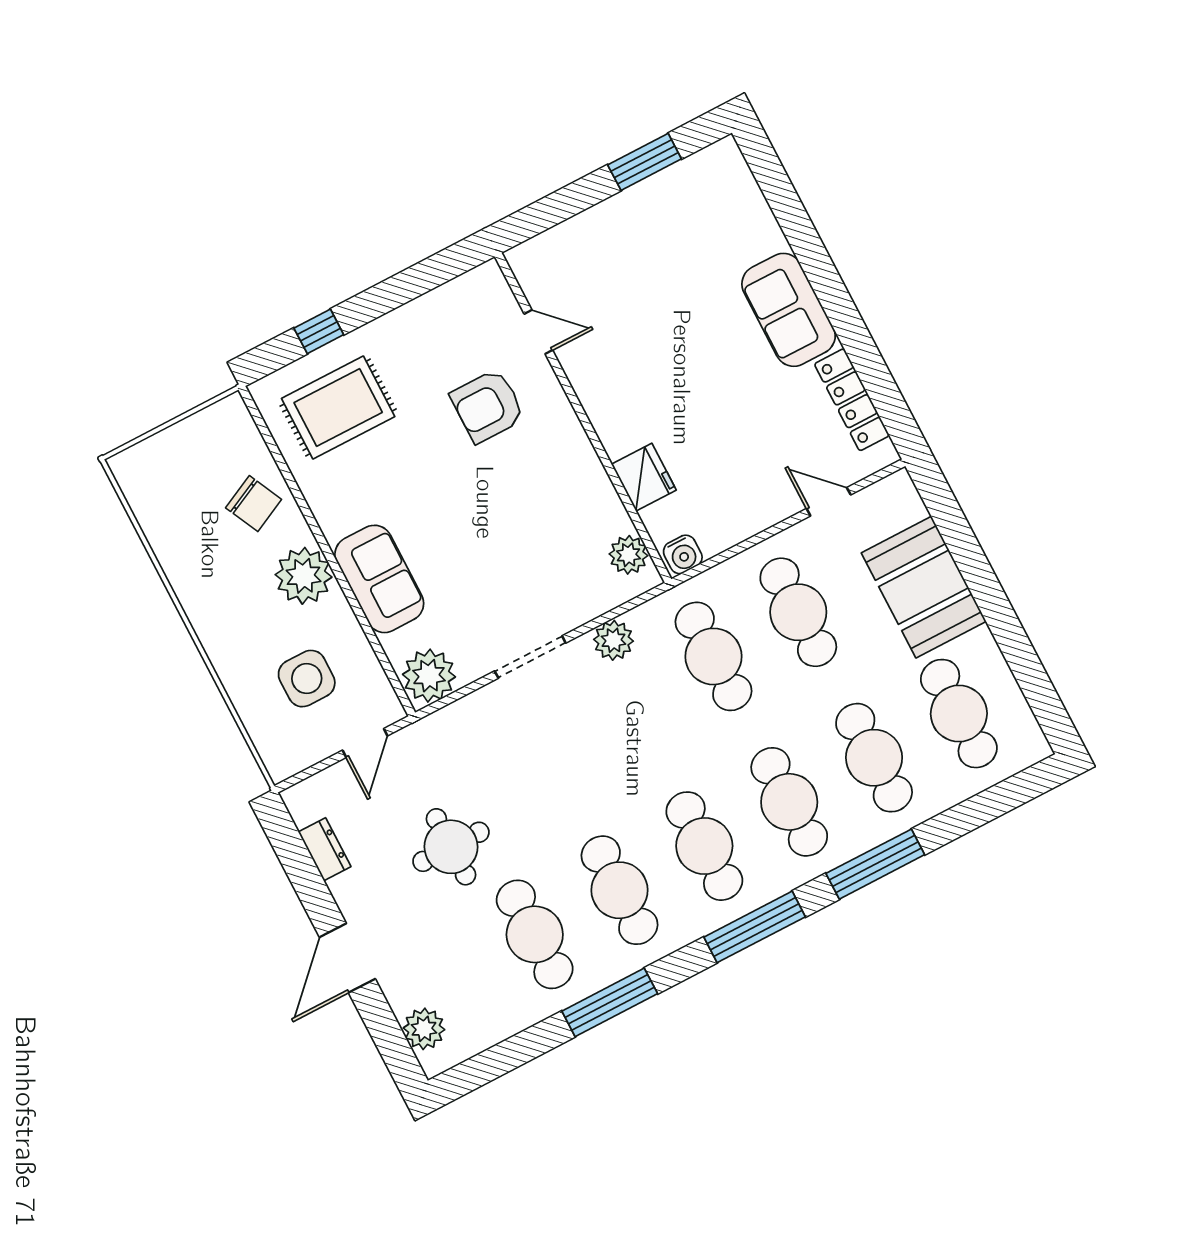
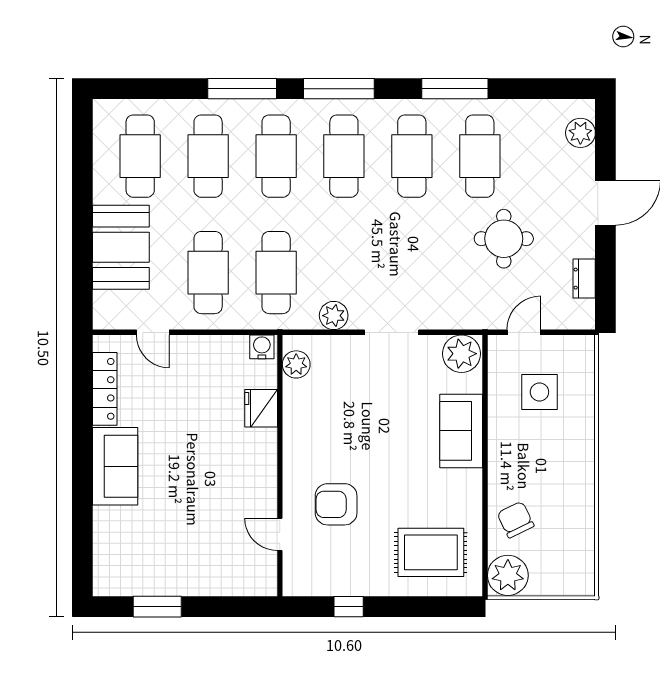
window: (319, 331) -> (349, 607), moved
armchair: (488, 406) -> (336, 504), turned 180
plant: (304, 576) -> (508, 575), moved

